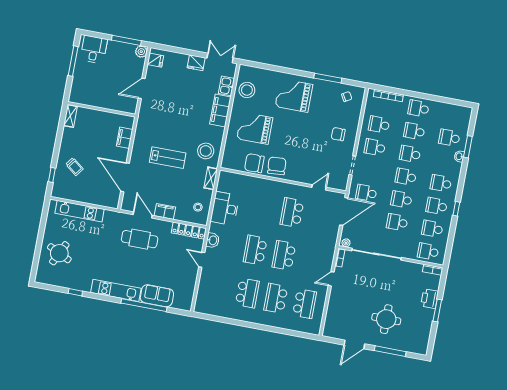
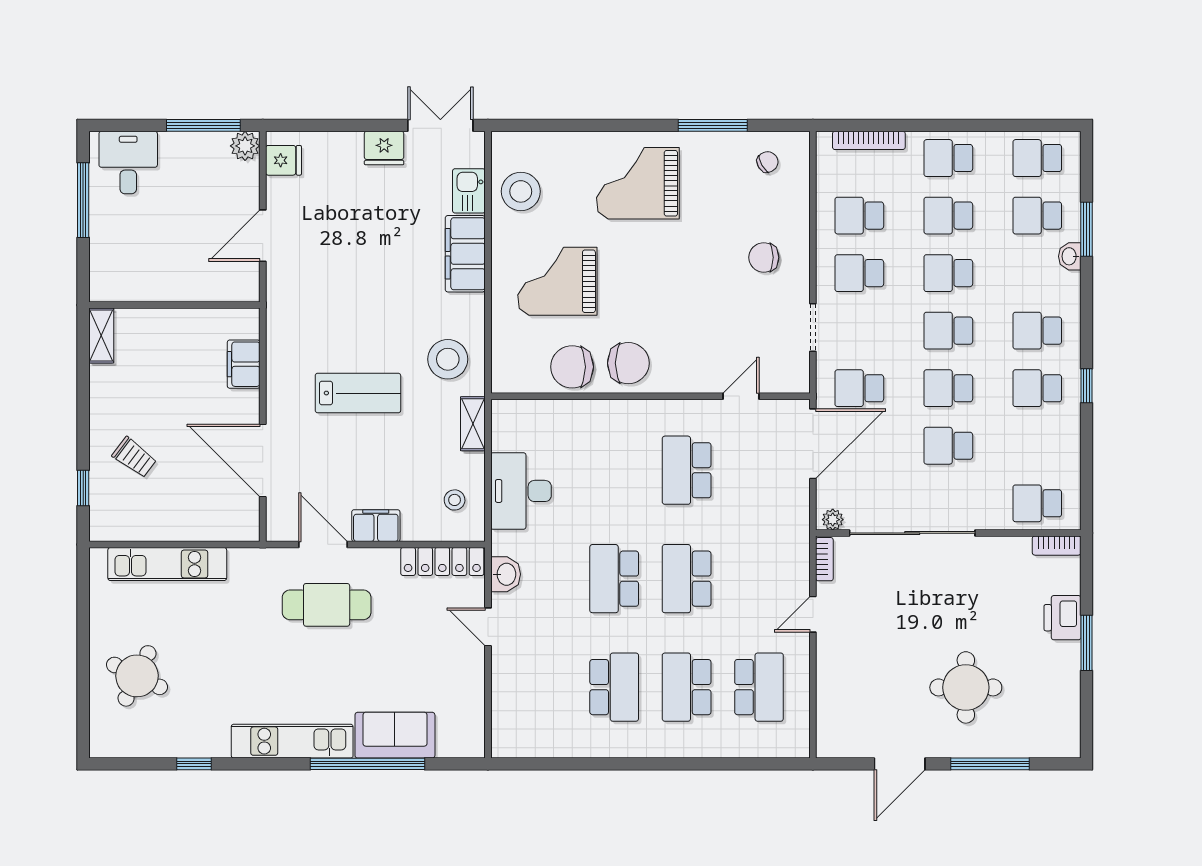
chair: (277, 166) -> (628, 363), turned 94
school desk: (432, 229) -> (1037, 158), moved

